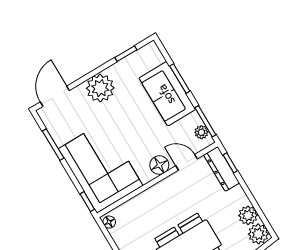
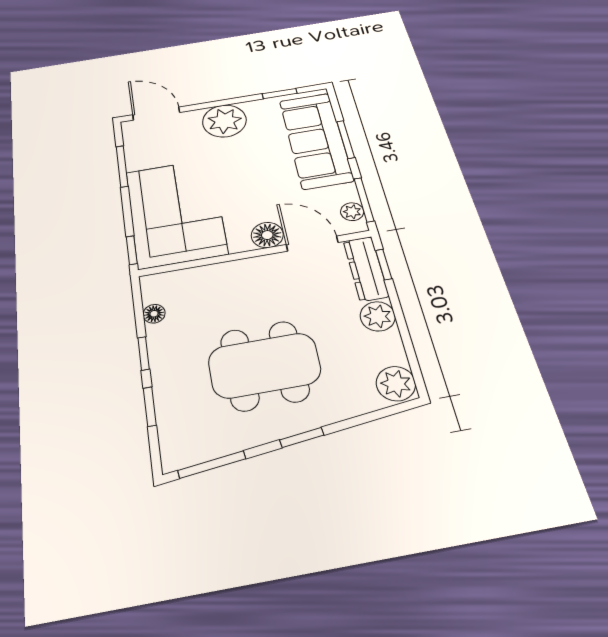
sofa: (167, 94) -> (316, 140), width x1.36
door: (55, 96) -> (156, 114), hinge flipped
door: (187, 162) -> (312, 244), width x1.38
plant: (248, 215) -> (378, 316), moved
floor lamp: (109, 222) -> (154, 314), moved

